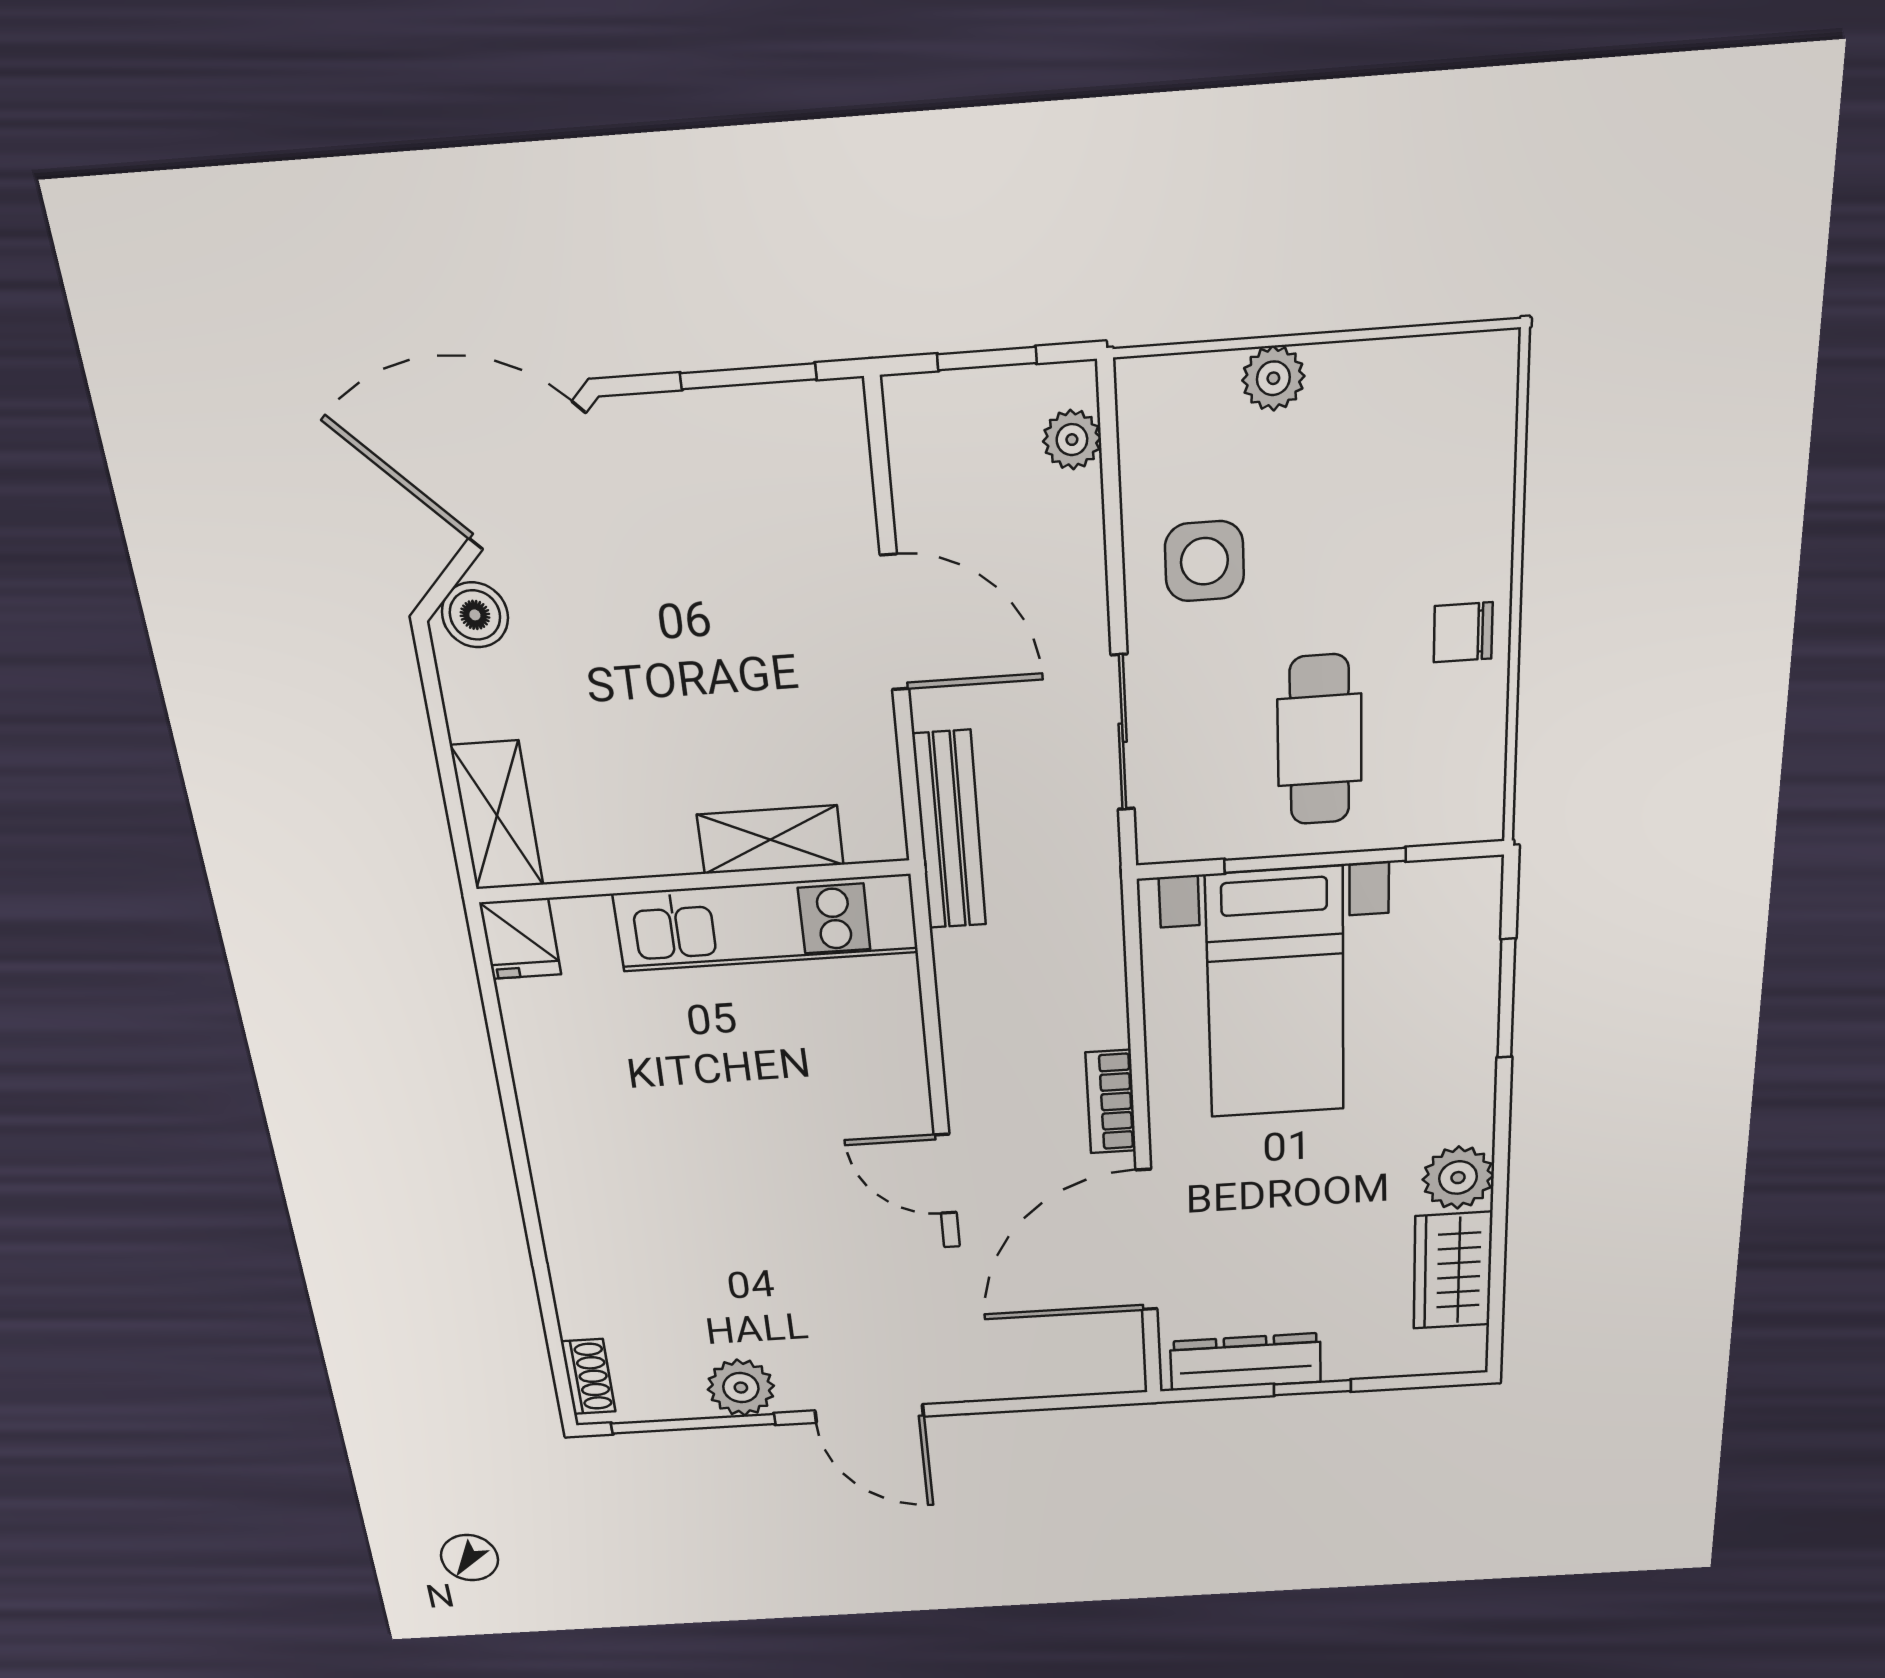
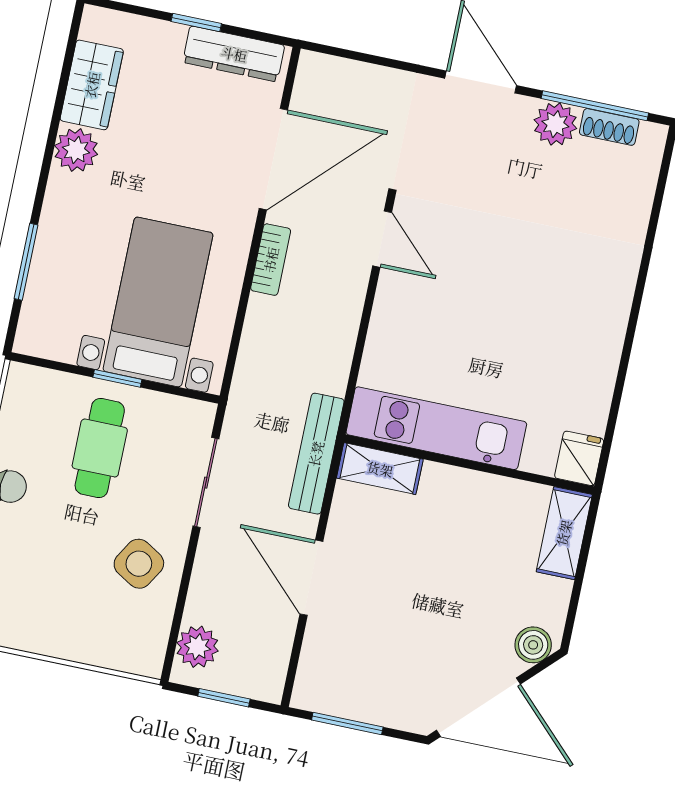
plant: (1273, 378) -> (82, 647), removed
plant: (1072, 440) -> (197, 647), width x1.38, depth x1.38
side table: (1204, 561) -> (139, 564), turned 31
shelving: (770, 840) -> (380, 469), moved
window: (1315, 860) -> (117, 378), width x0.46
shoe rack: (588, 1377) -> (609, 127), moved, turned -90

